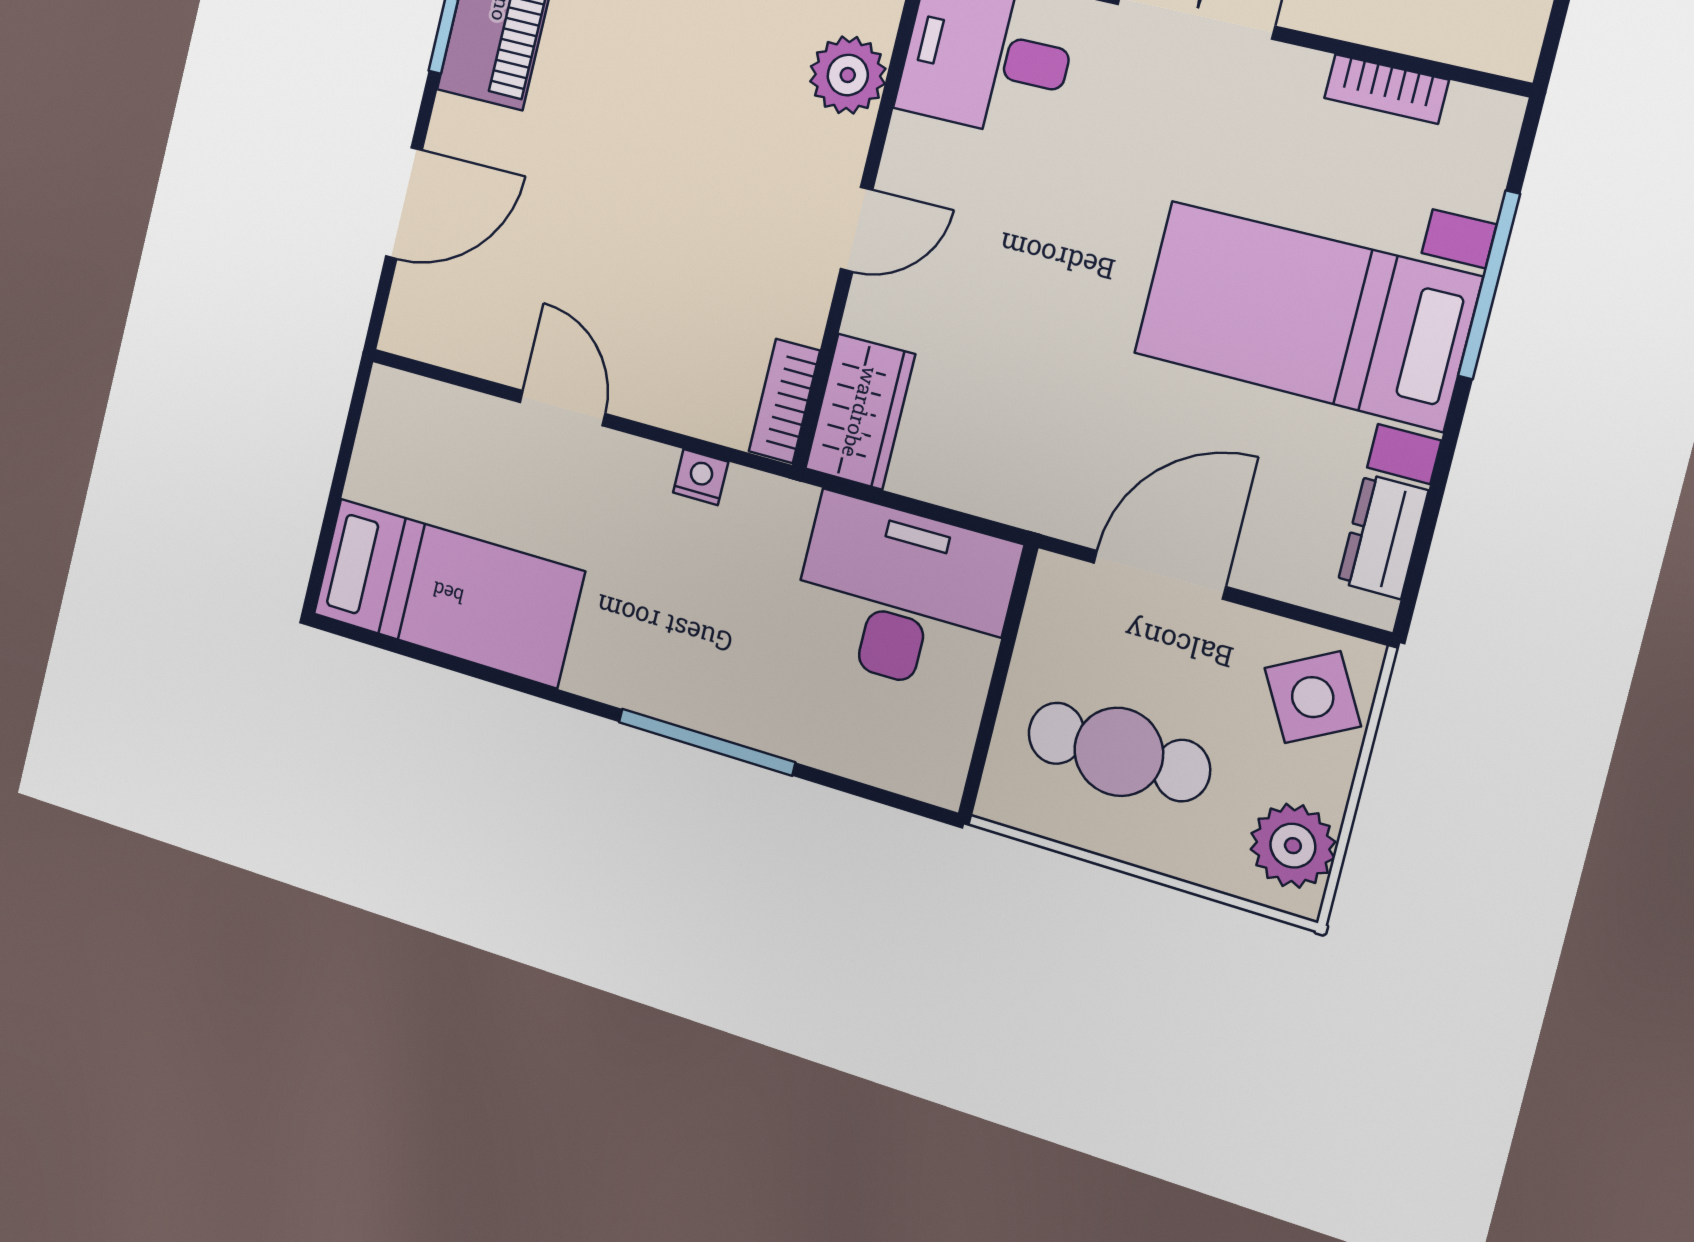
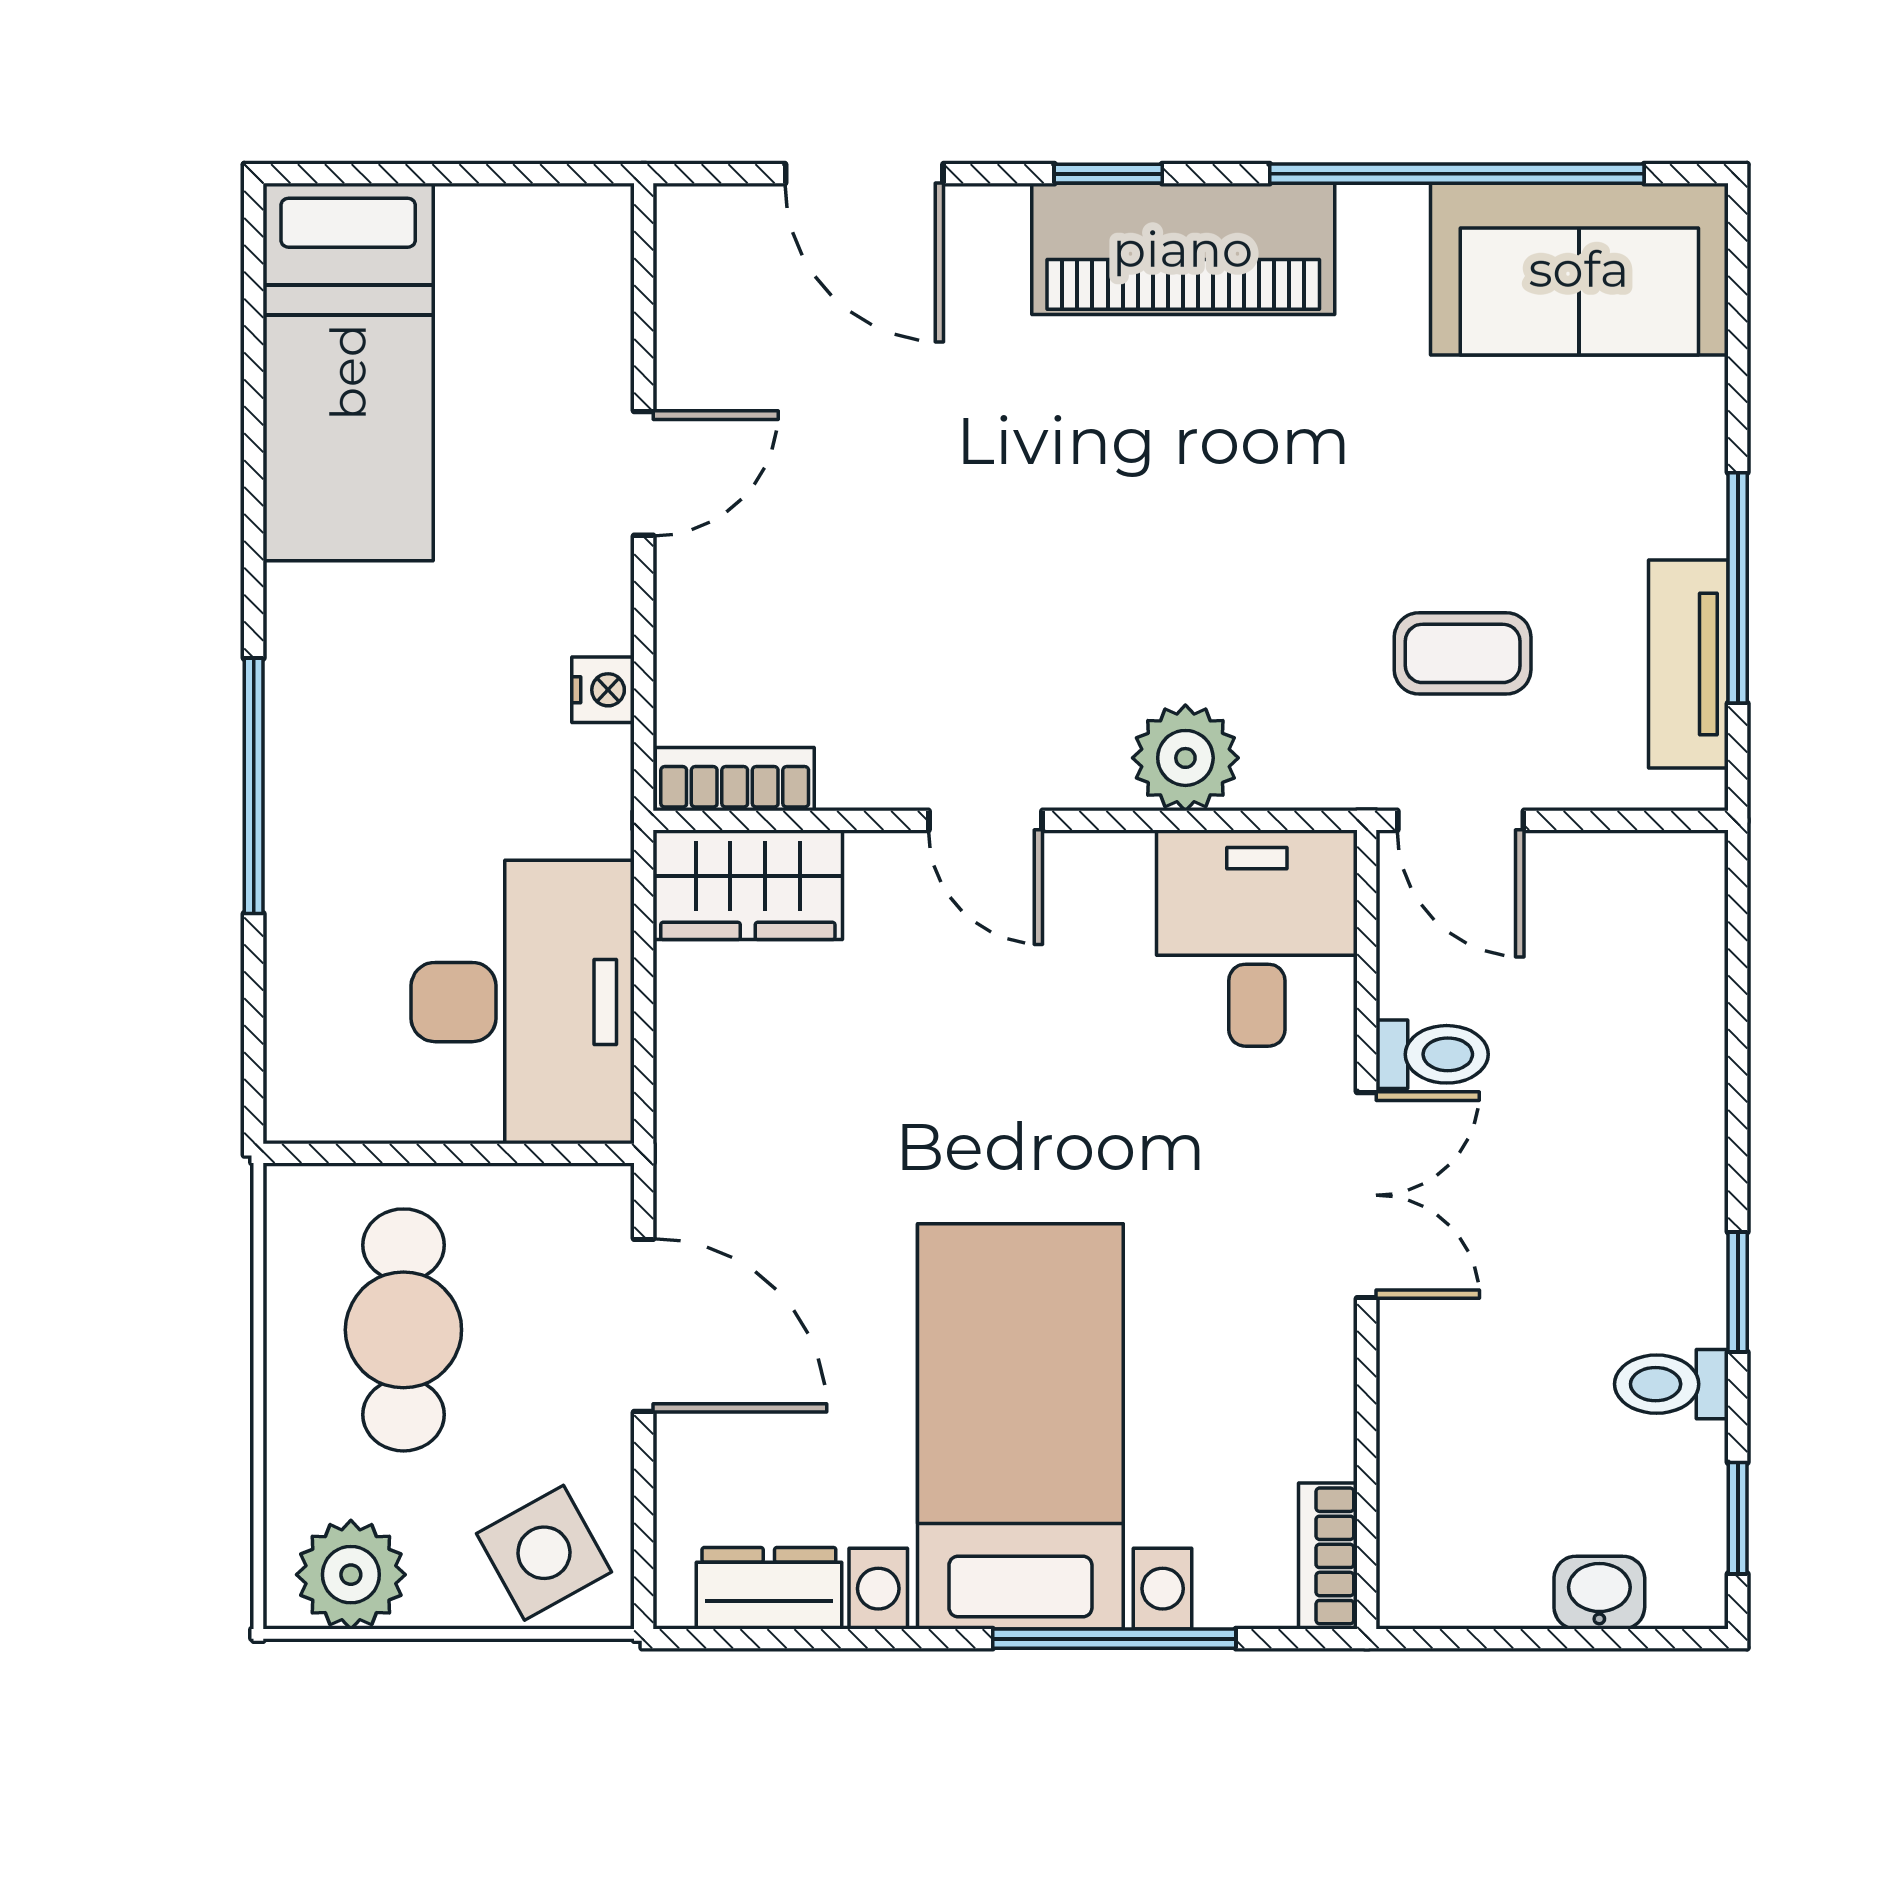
bookcase: (1386, 89) -> (1328, 1556), moved

